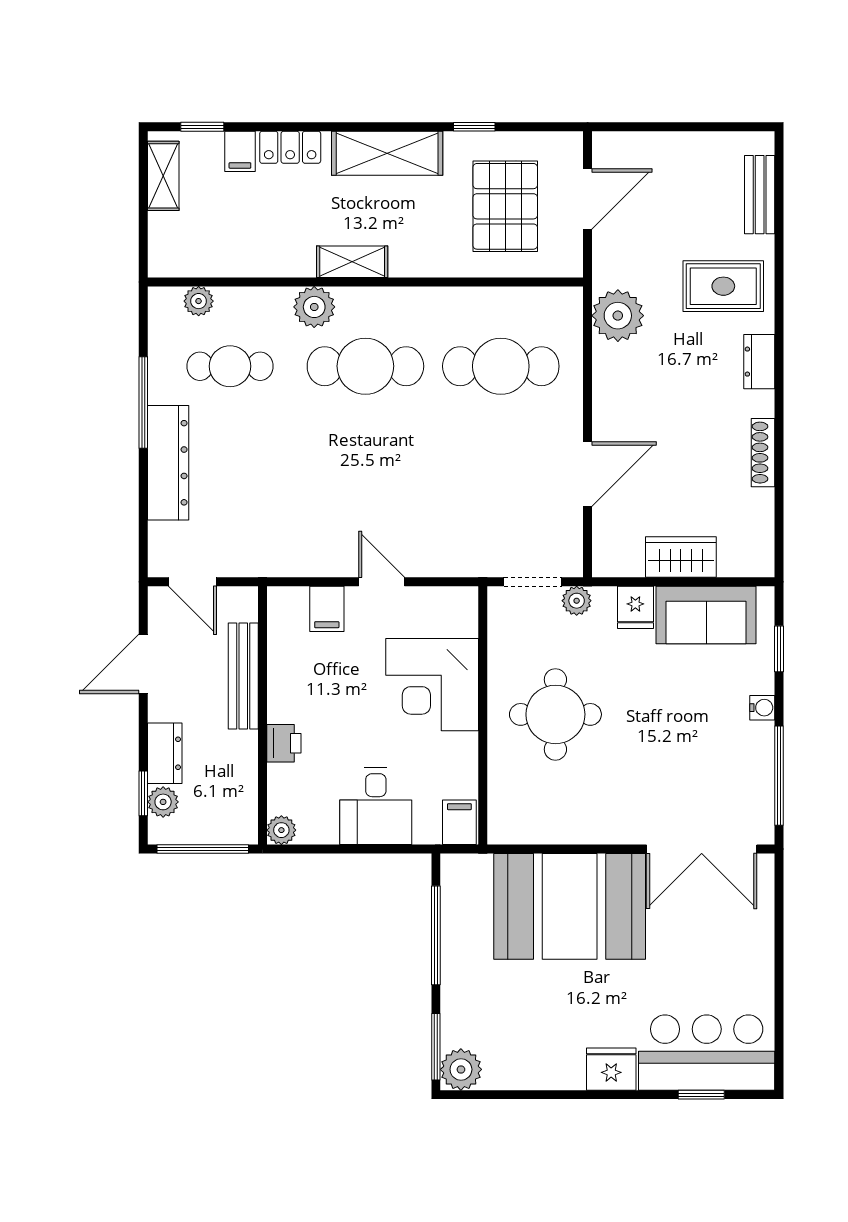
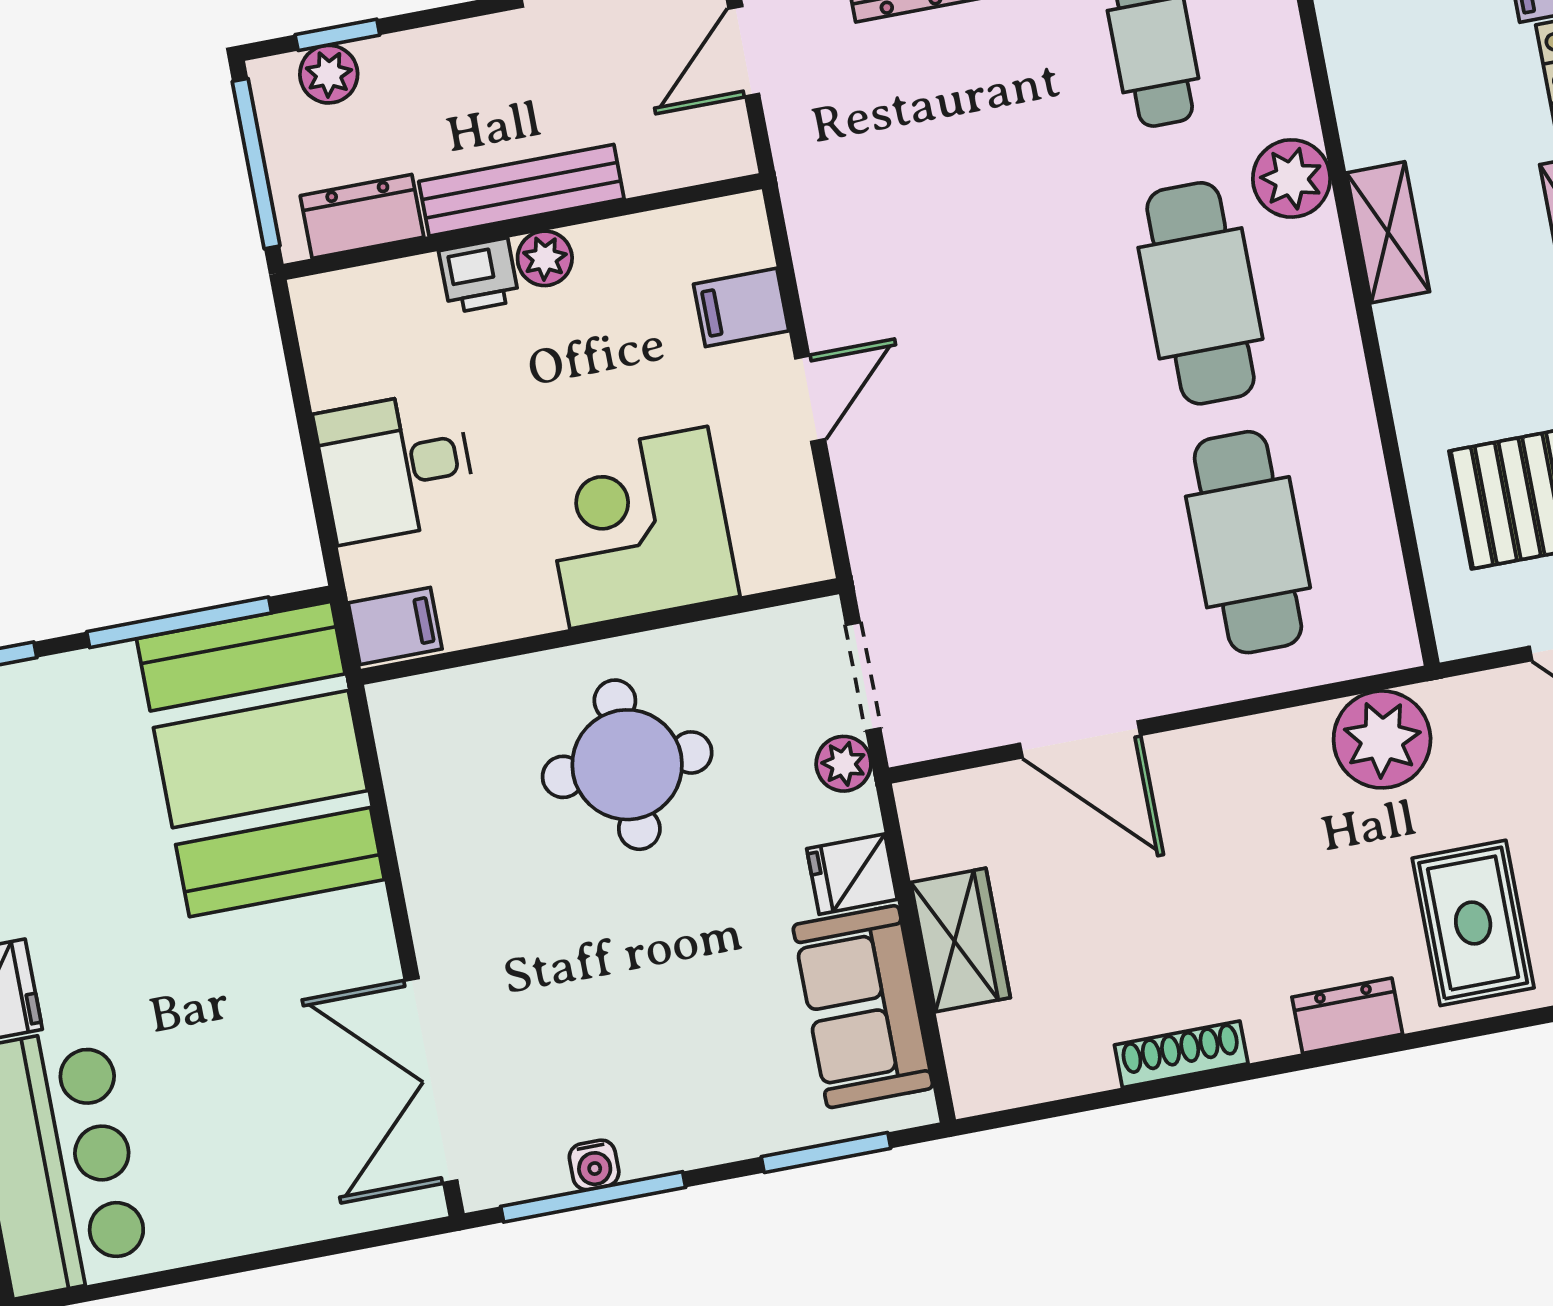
window: (779, 649) -> (826, 1152), width x1.50
bench: (243, 676) -> (521, 190), moved
water cooler: (762, 708) -> (594, 1165), moved
dresser: (165, 753) -> (362, 216), moved, turned 180
plant: (281, 830) -> (545, 258), moved
booth: (570, 906) -> (260, 759), moved

